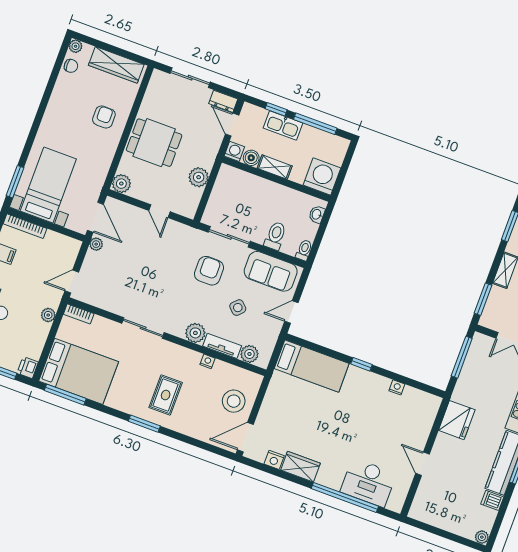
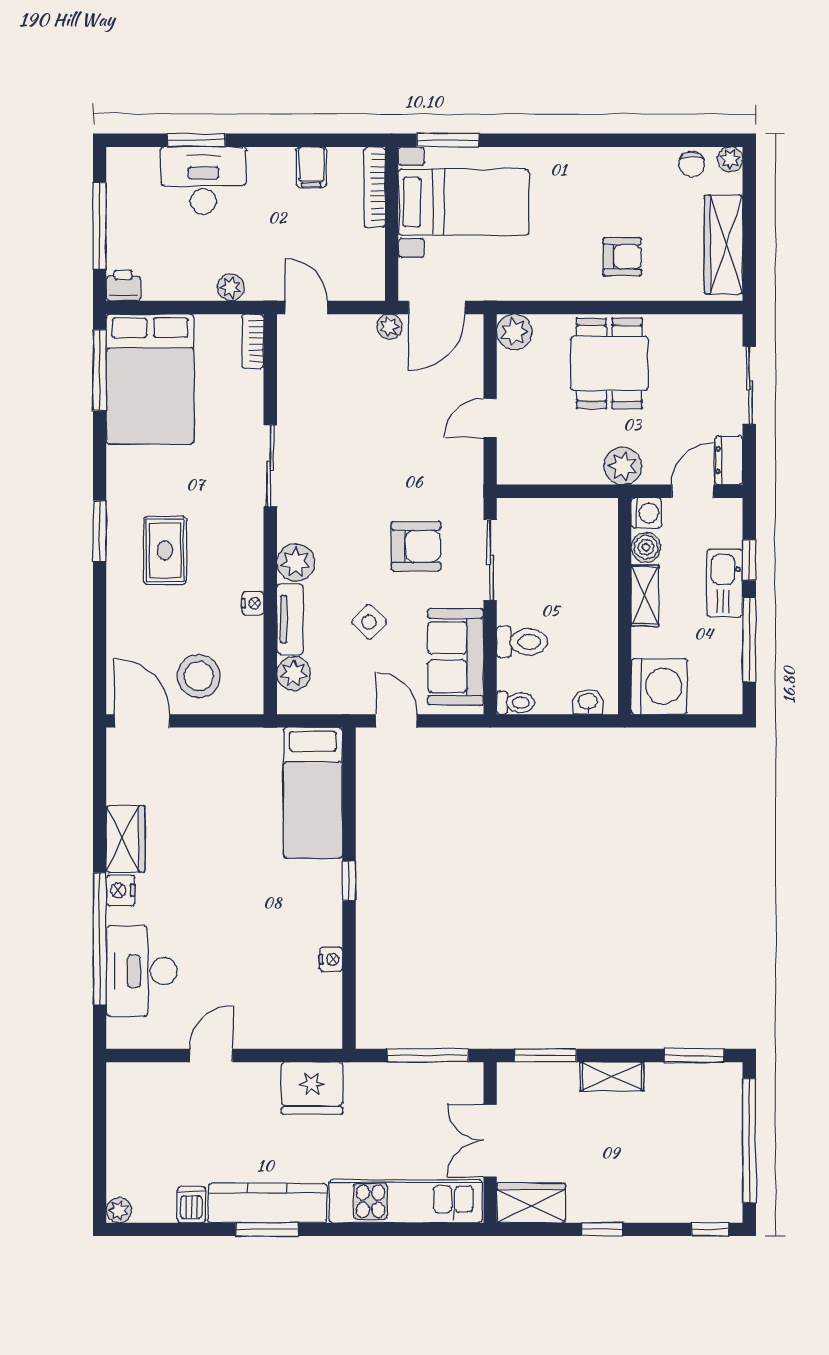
plant: (199, 177) -> (623, 466), moved
rug: (166, 395) -> (165, 550), turned 90
nightstand: (274, 460) -> (120, 890), moved

